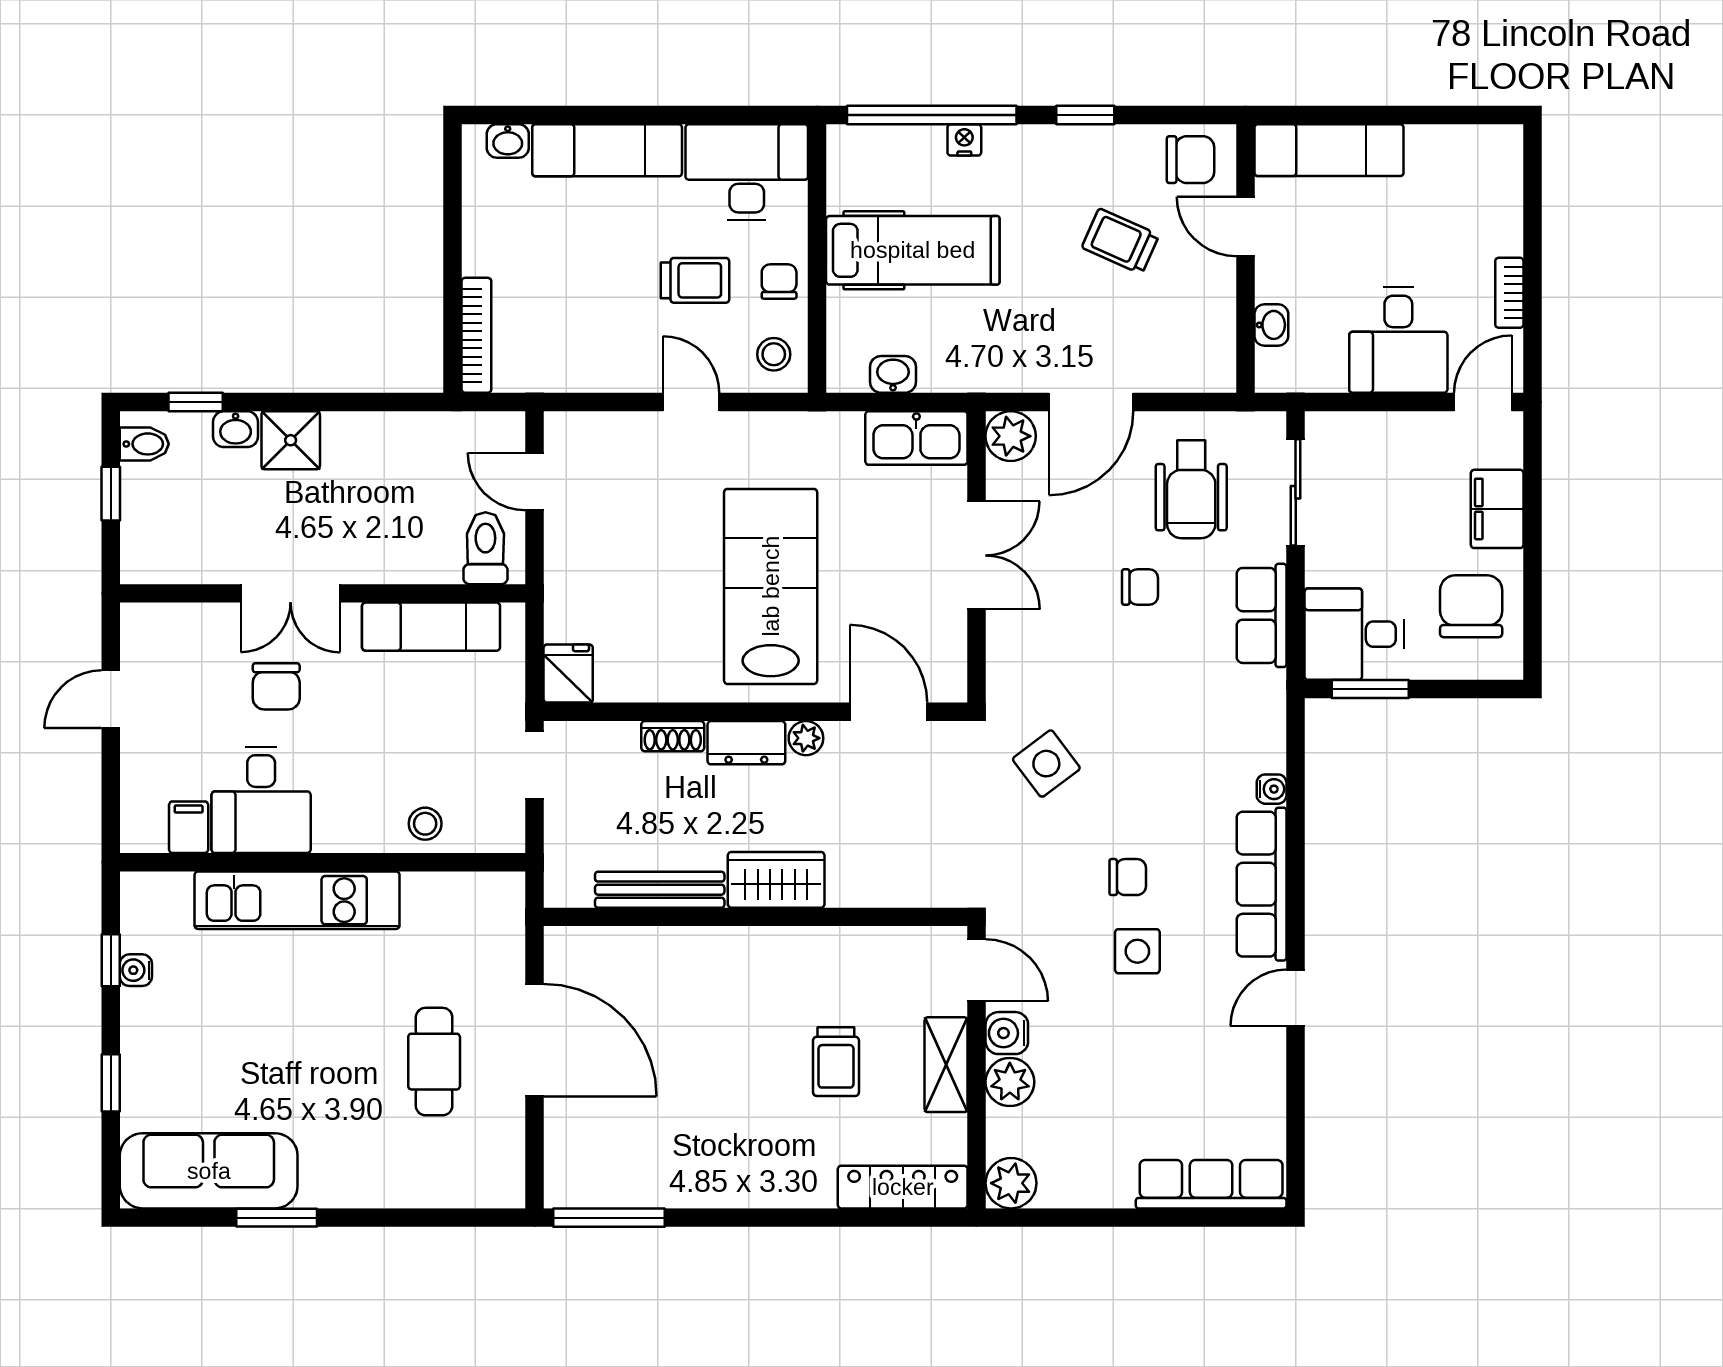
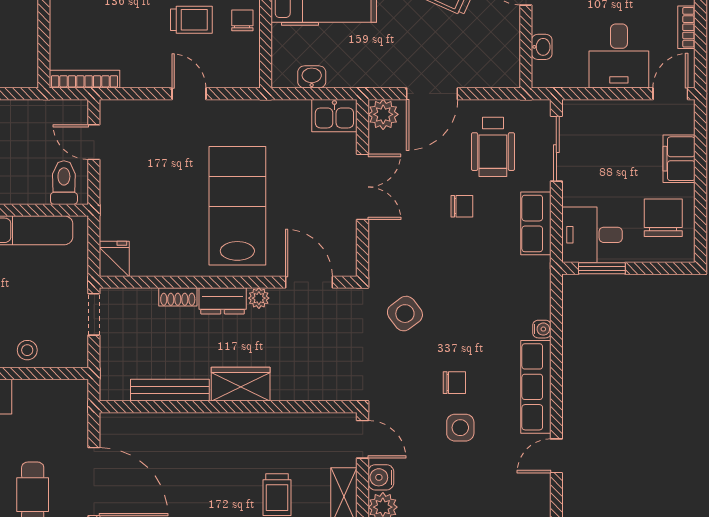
bookcase: (476, 335) -> (84, 79), moved, turned -90
stool: (774, 354) -> (239, 65), removed
kitchen sink: (916, 438) -> (334, 116), width x0.73

